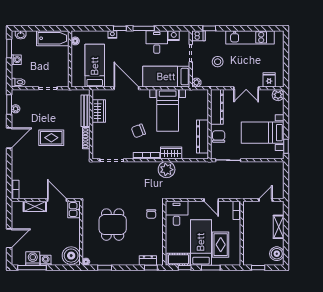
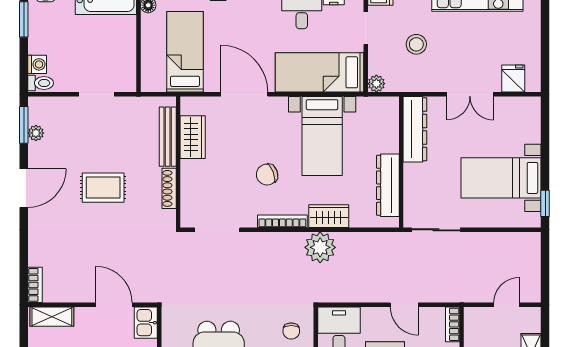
washing machine: (16, 60) -> (37, 64), moved
plant: (278, 95) -> (530, 107), removed
chair: (219, 137) -> (418, 185), removed
shelving: (35, 206) -> (52, 317), moved

